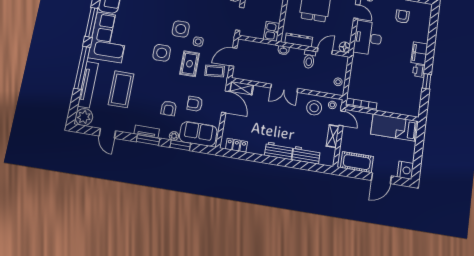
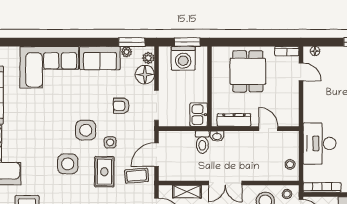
armchair: (212, 15) -> (121, 106), added
desk: (368, 38) -> (319, 143), moved
floor lamp: (345, 47) -> (292, 120), removed
door: (325, 51) -> (268, 129), hinge flipped
toilet: (309, 59) -> (202, 142), moved
shelving: (241, 88) -> (187, 192), moved

